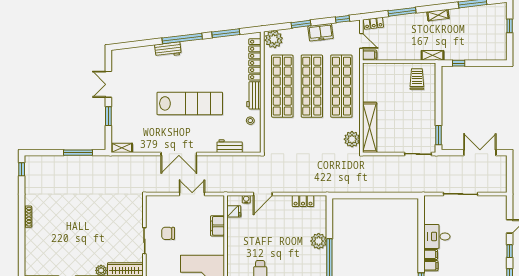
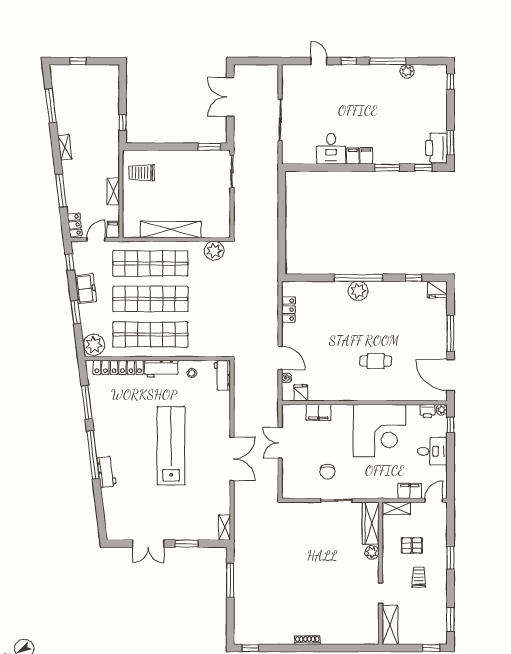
shelving: (433, 55) -> (113, 191), moved
shelving: (370, 127) -> (171, 230), moved
workbench: (230, 146) -> (223, 375), moved
plant: (319, 241) -> (358, 291), moved

